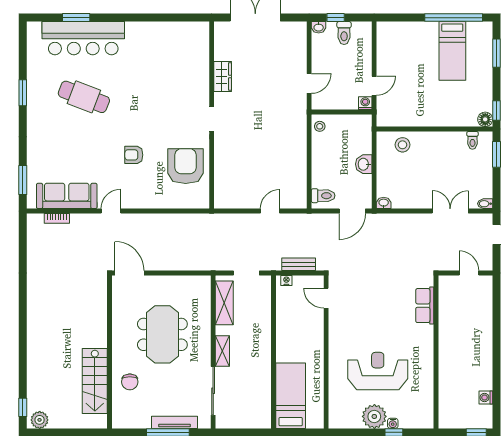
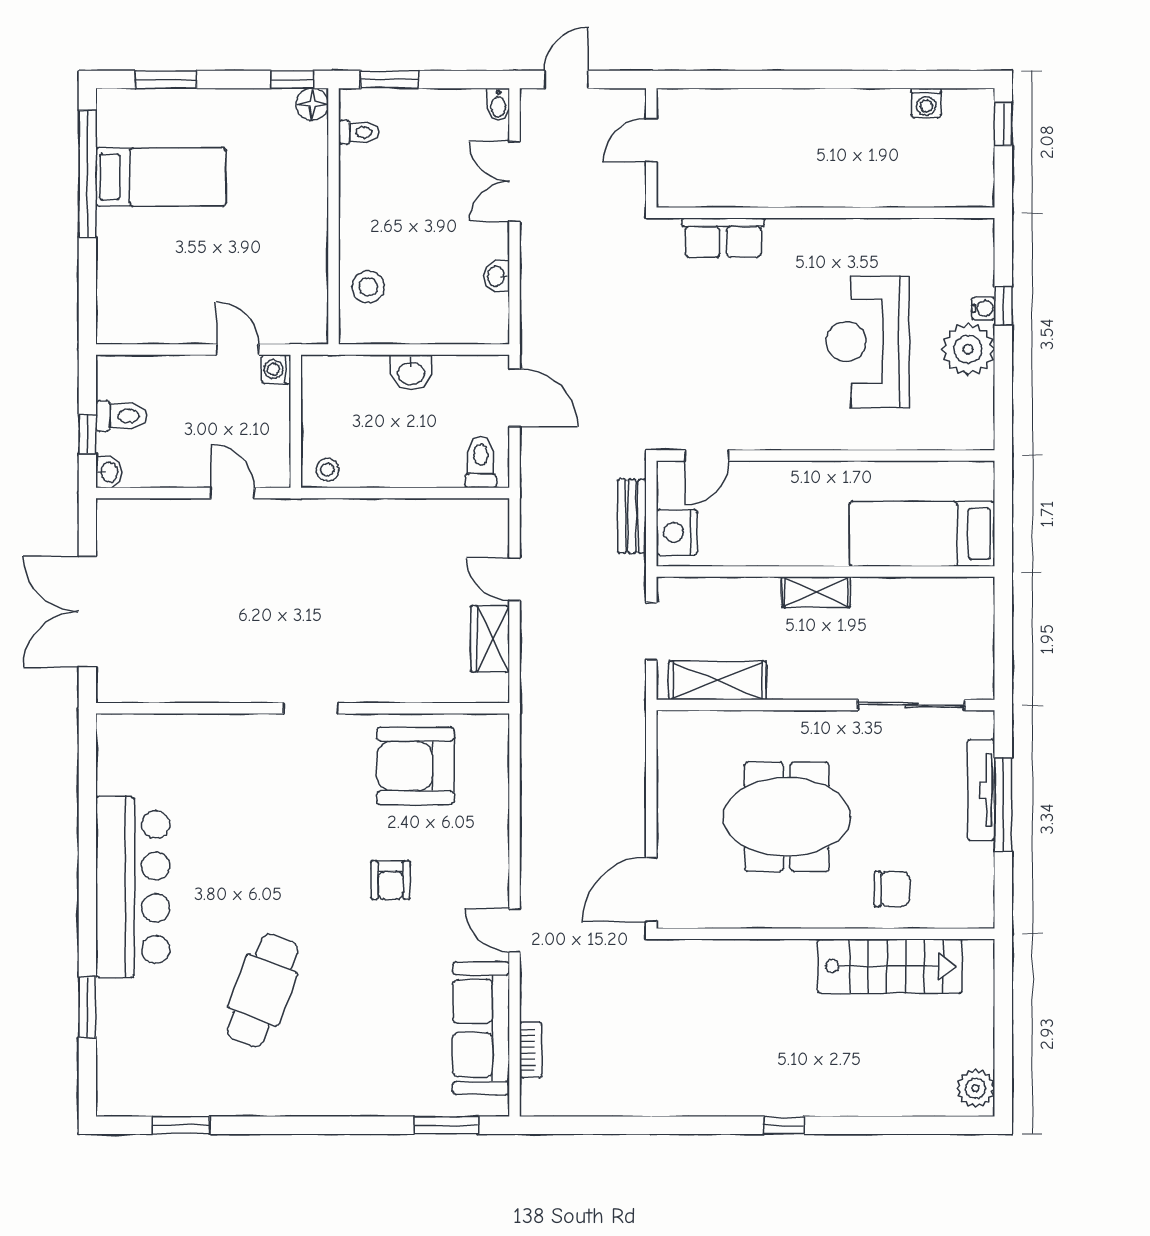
bar counter: (83, 38) -> (133, 887), moved
wardrobe: (223, 76) -> (490, 639), moved, turned -90
window: (23, 93) -> (181, 1125), moved
washbasin: (384, 203) -> (497, 276), moved
nightstand: (286, 280) -> (677, 532), width x1.89, depth x1.79
shelving: (222, 351) -> (816, 592), moved
window: (23, 407) -> (784, 1125), moved

